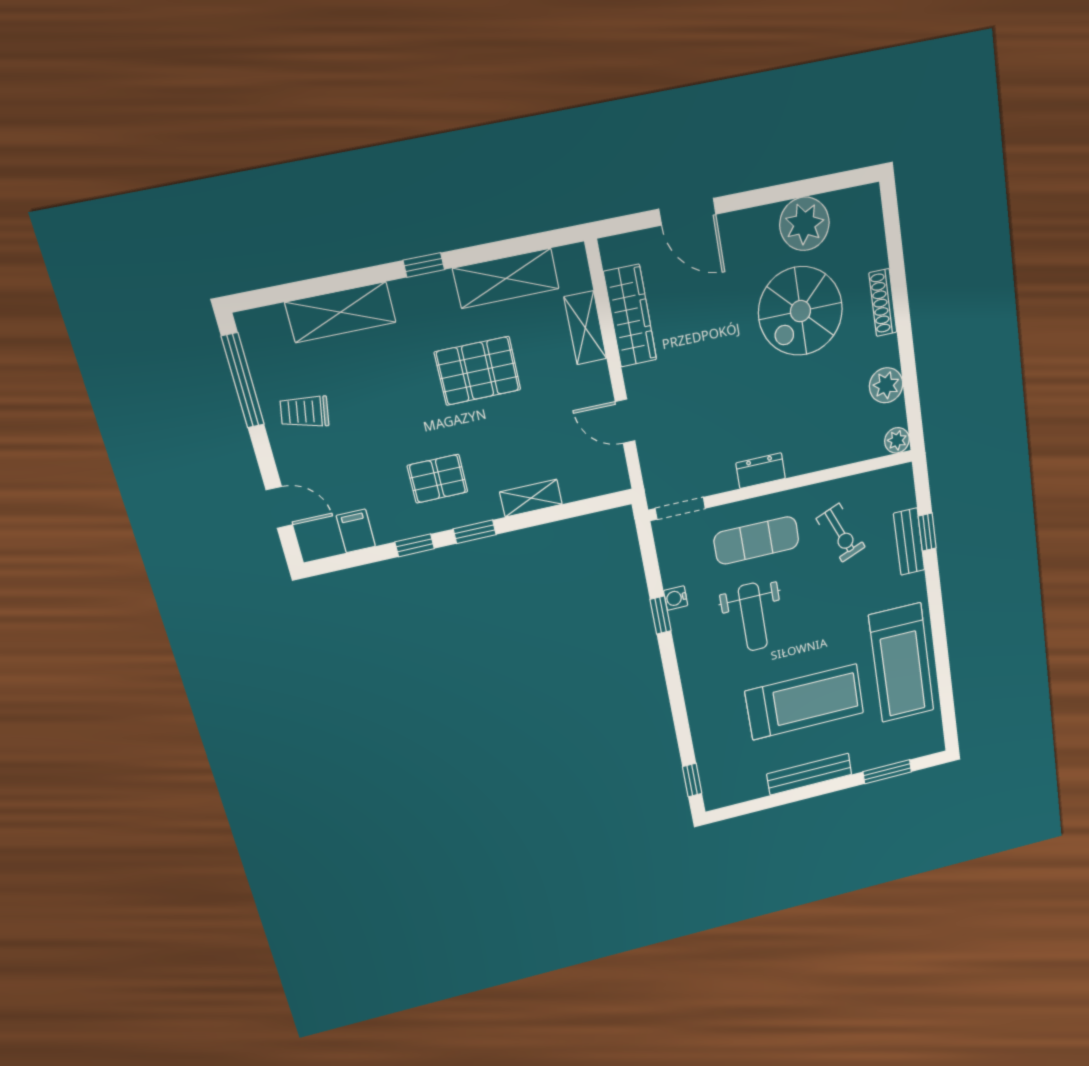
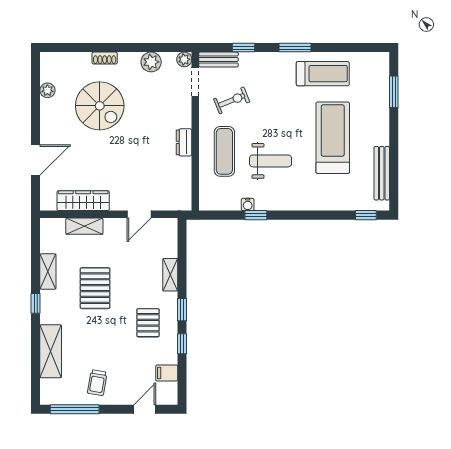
plant: (804, 224) -> (47, 90), width x0.53, depth x0.53
shelving: (506, 278) -> (48, 271), width x0.67, depth x0.75
shoe rack: (883, 303) -> (105, 58), width x0.70
doorway: (680, 508) -> (195, 82), moved
bench: (909, 542) -> (218, 59), moved
window: (936, 612) -> (295, 48), added
treadmill: (901, 663) -> (323, 74), width x0.73, depth x0.73
bench: (809, 774) -> (382, 173), moved

